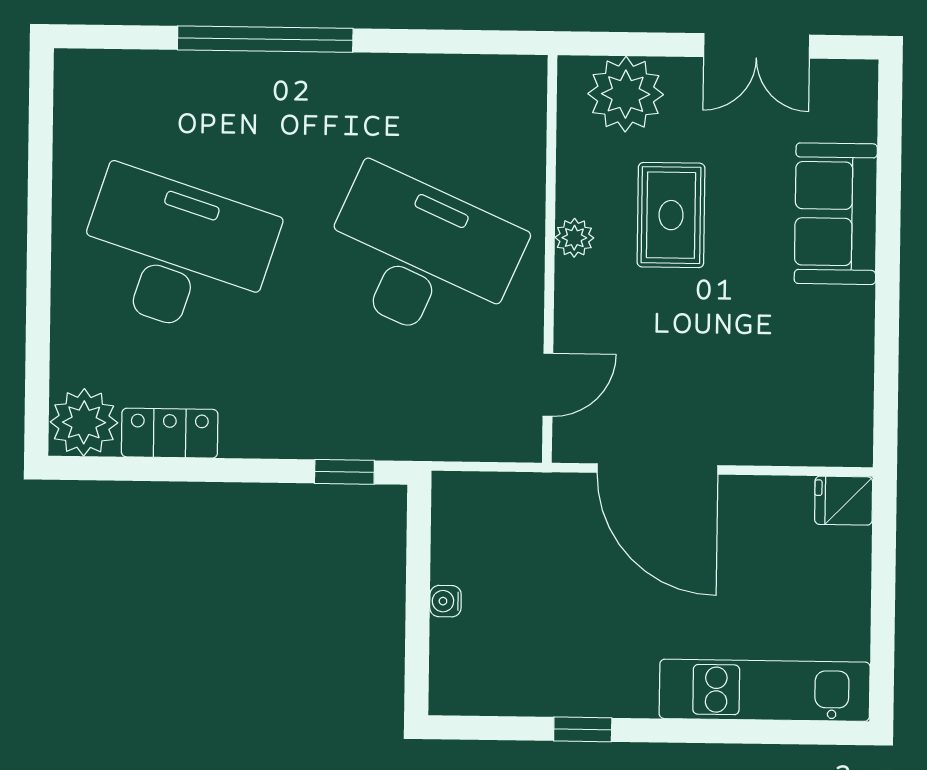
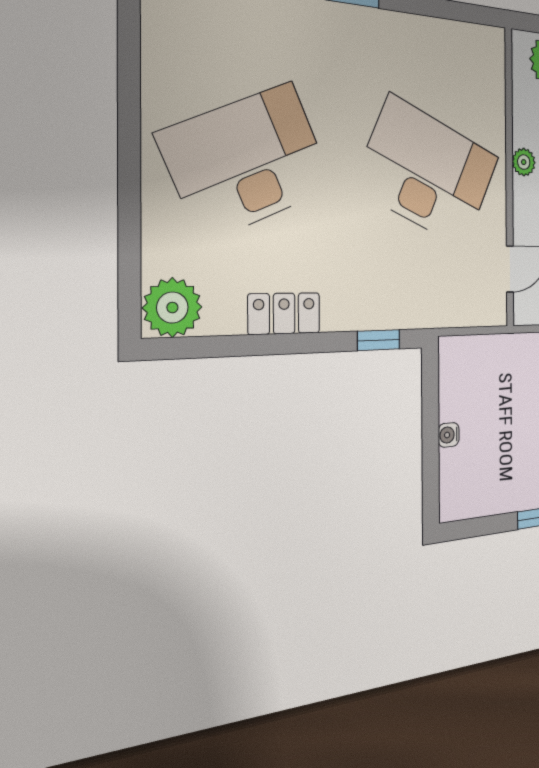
desk: (176, 254) -> (248, 161), turned -42
locker: (170, 433) -> (284, 313), moved

